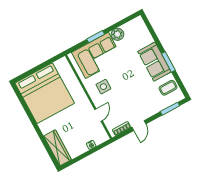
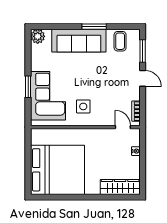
plant: (117, 34) -> (38, 36), moved
sofa: (154, 62) -> (79, 41), width x1.36
door: (98, 115) -> (123, 127), moved
door: (139, 126) -> (143, 78), moved

